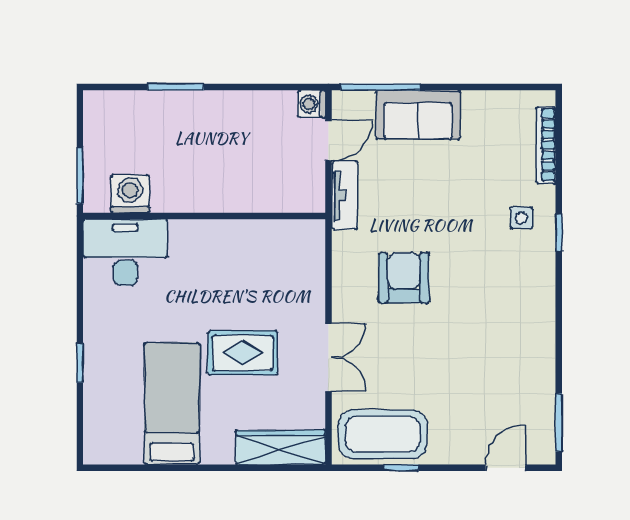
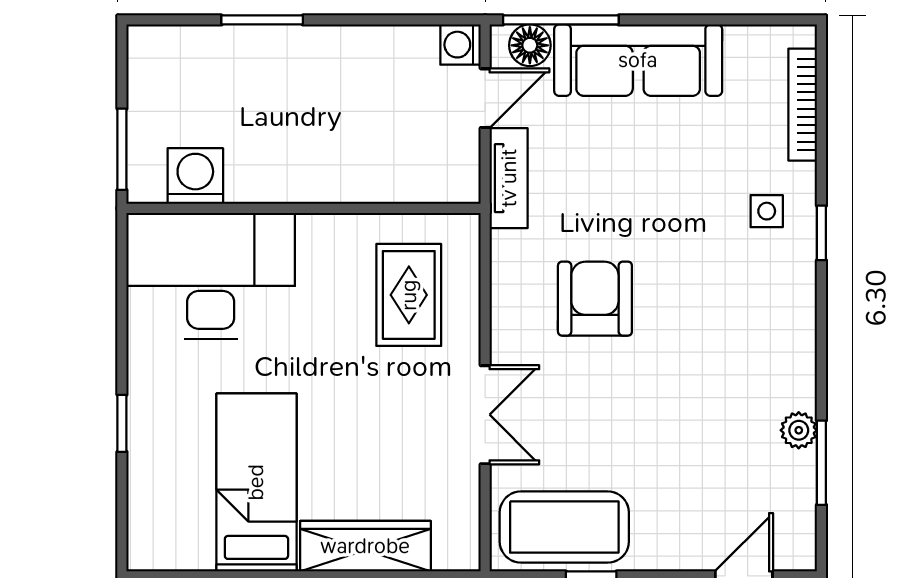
floor lamp: (359, 104) -> (530, 45), added
sofa: (418, 115) -> (638, 60), width x1.36
desk: (125, 252) -> (211, 276), width x1.36, depth x1.30
rug: (243, 353) -> (409, 295), moved, turned 90
plant: (543, 368) -> (799, 430), added
window: (559, 422) -> (821, 463), moved
wardrobe: (281, 447) -> (365, 546), moved

